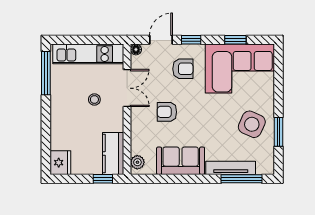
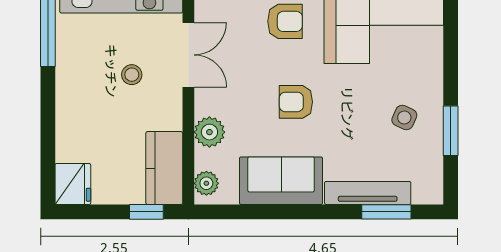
armchair: (167, 112) -> (296, 102), moved
side table: (252, 124) -> (404, 117), width x0.54, depth x0.54
plant: (139, 133) -> (209, 132), added
window: (241, 179) -> (386, 212), width x0.69

